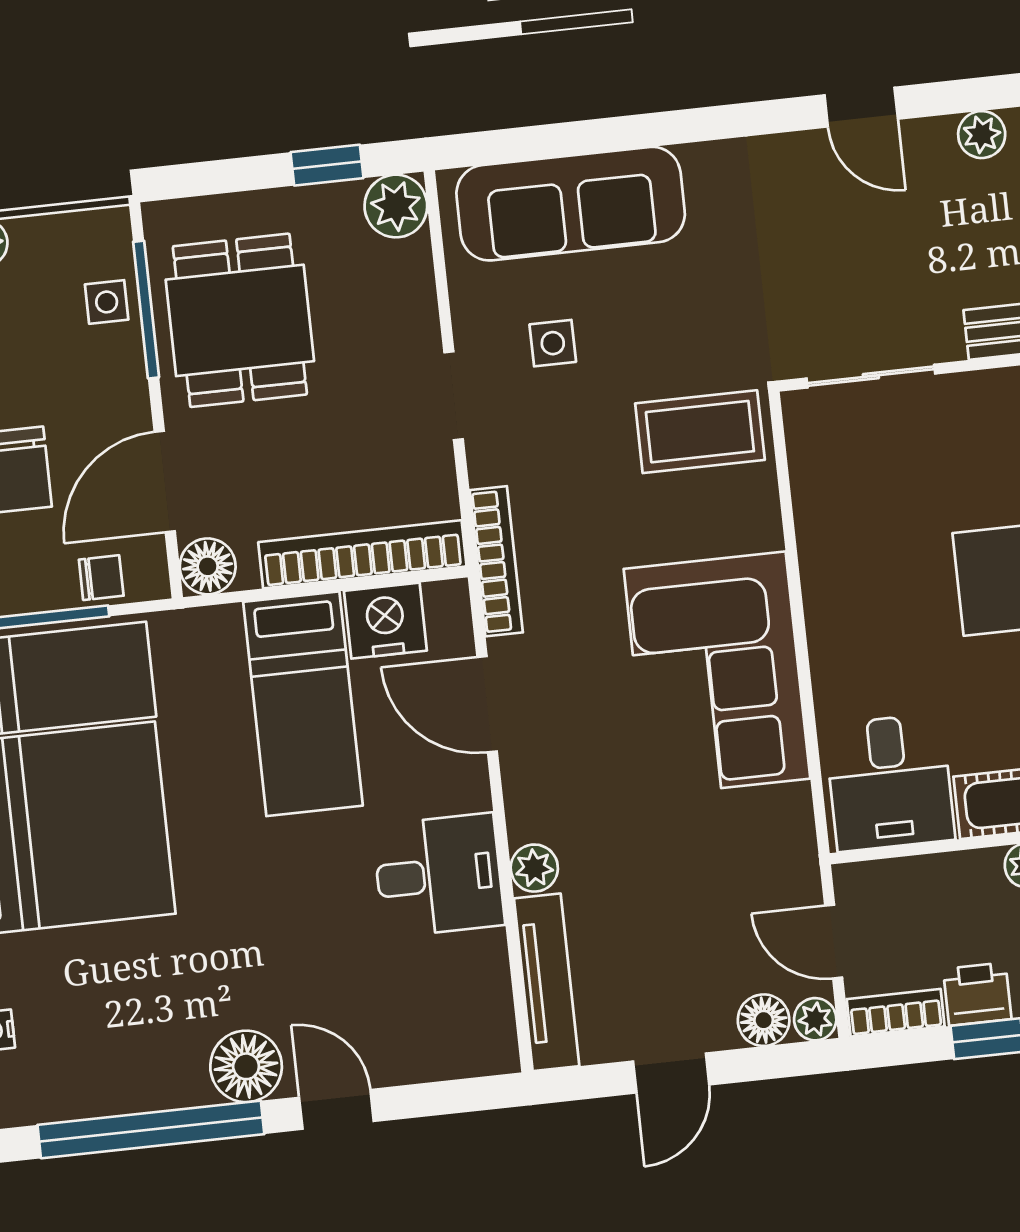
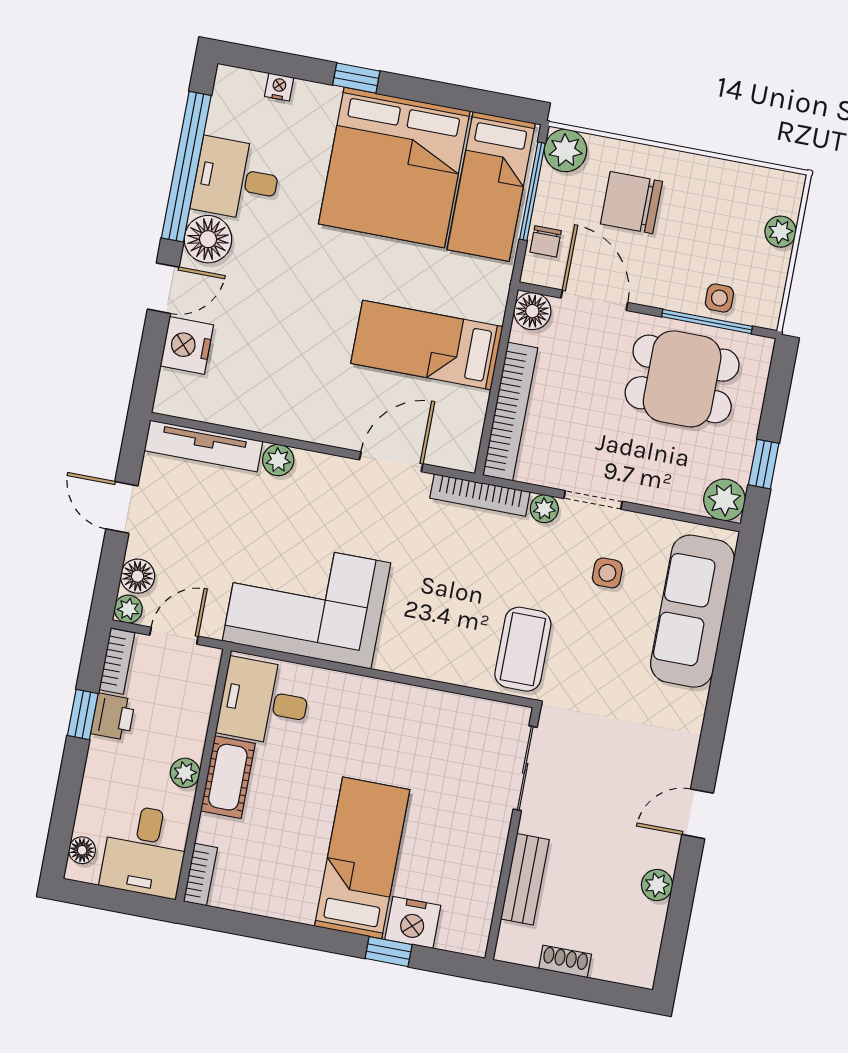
plant: (488, 462) -> (544, 509), added
nightstand: (385, 621) -> (187, 345), moved, turned 180
corner sofa: (717, 674) -> (307, 602), moved
desk: (439, 875) -> (236, 179), moved, turned 90

